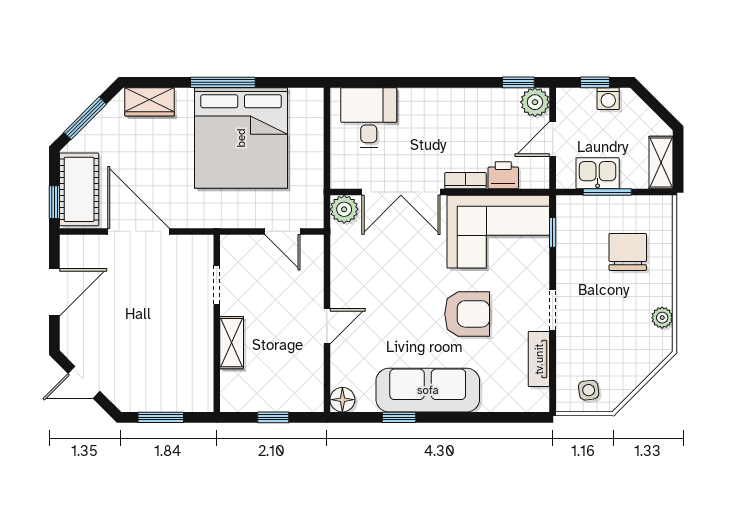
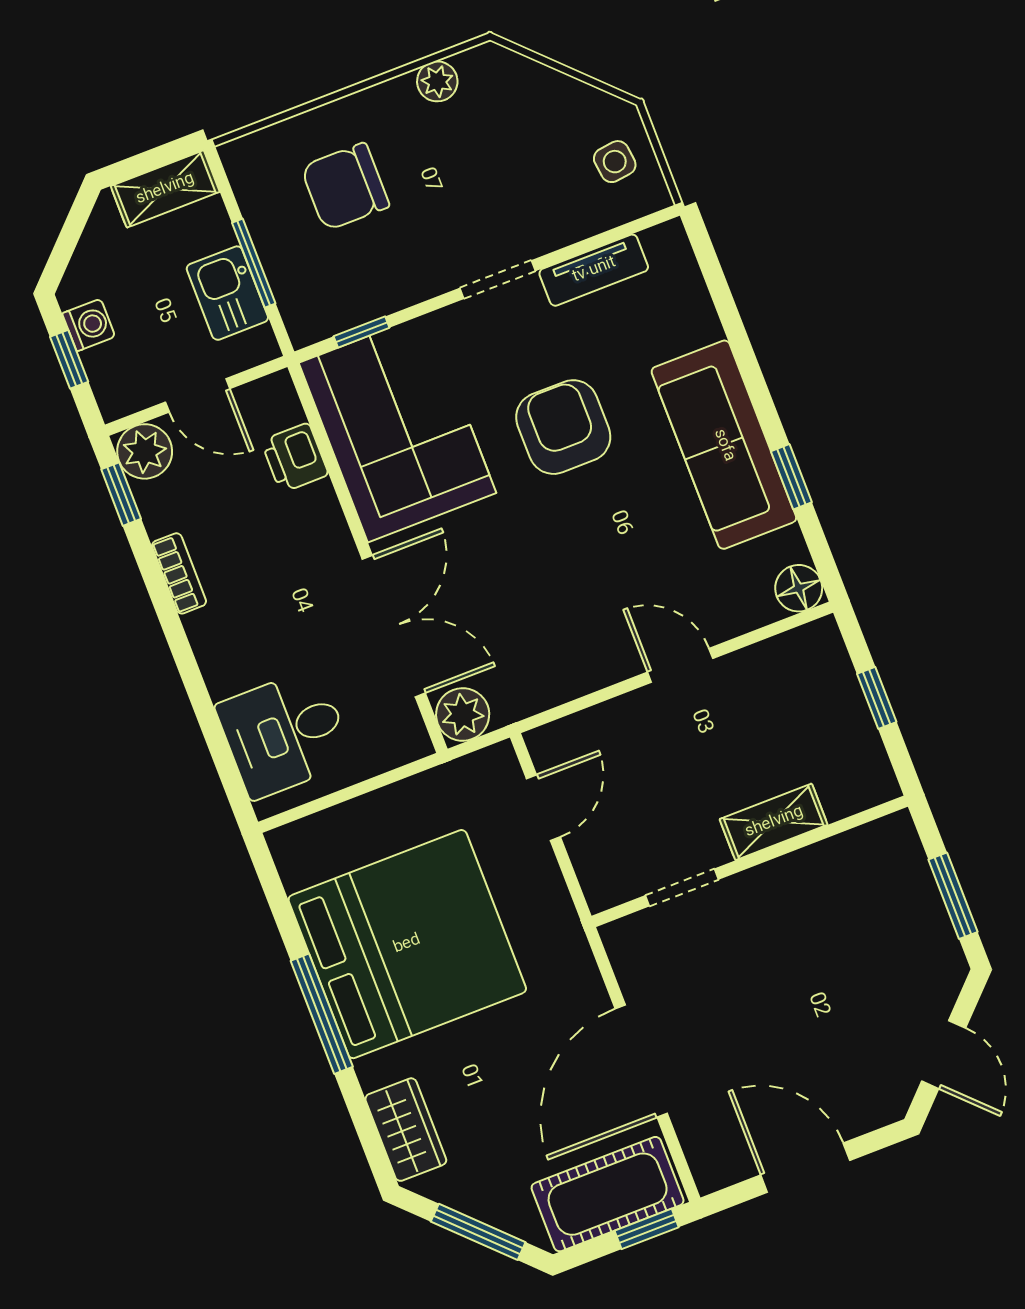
bookcase: (465, 181) -> (179, 573), moved, turned 180

